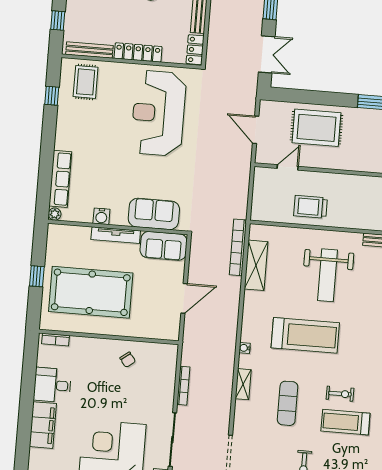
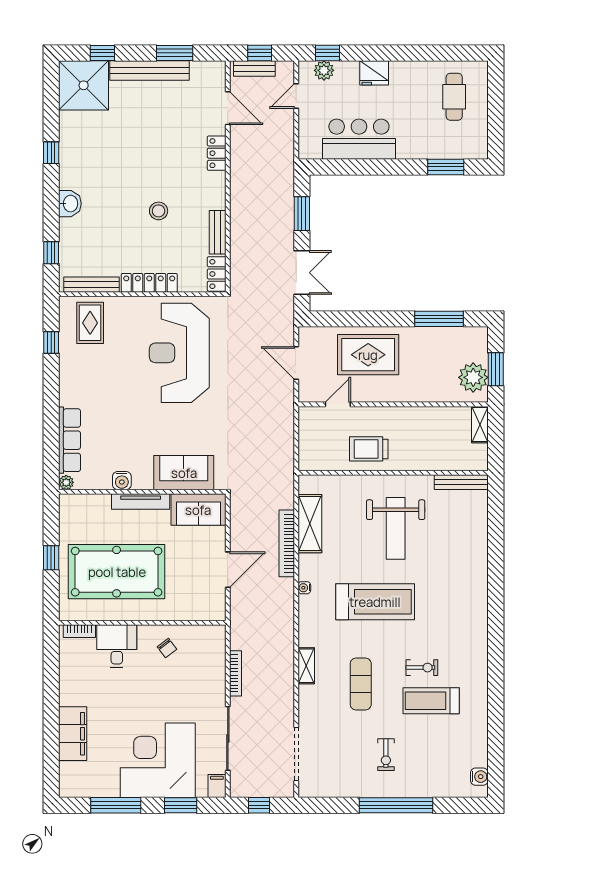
bookcase: (238, 247) -> (287, 543), moved
water cooler: (245, 348) -> (304, 588), moved
desk: (52, 385) -> (117, 646), moved, turned 90

